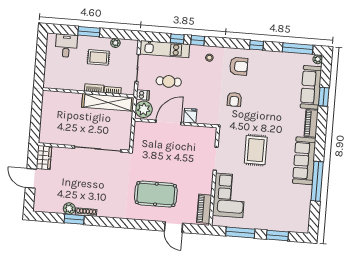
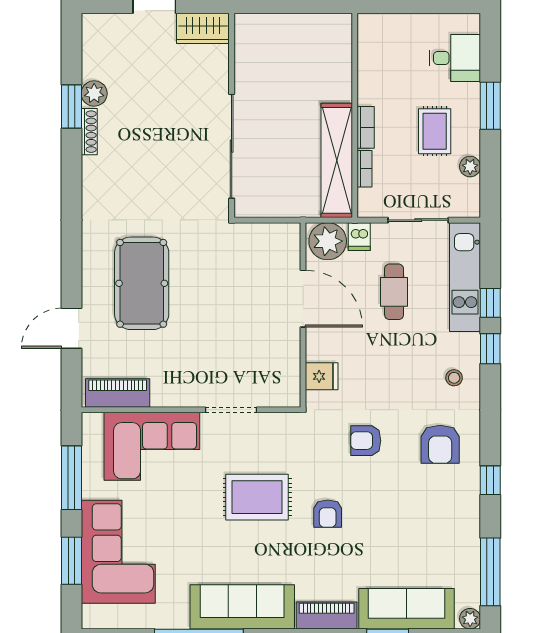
fridge: (190, 116) -> (322, 376), moved
armchair: (266, 119) -> (328, 514), added
corner sofa: (275, 214) -> (118, 552), added

